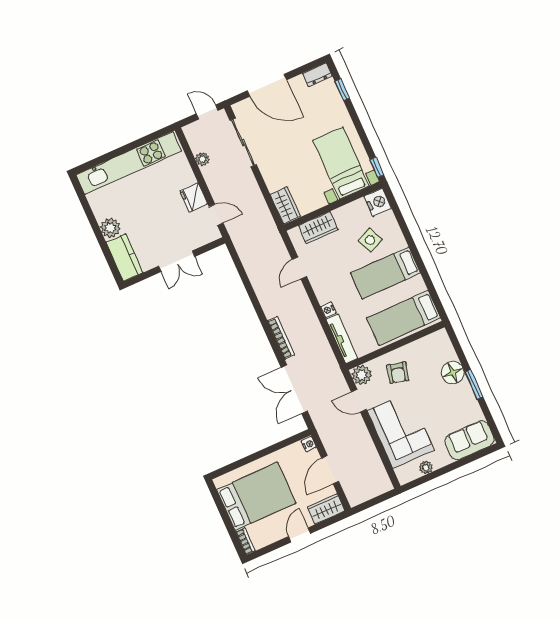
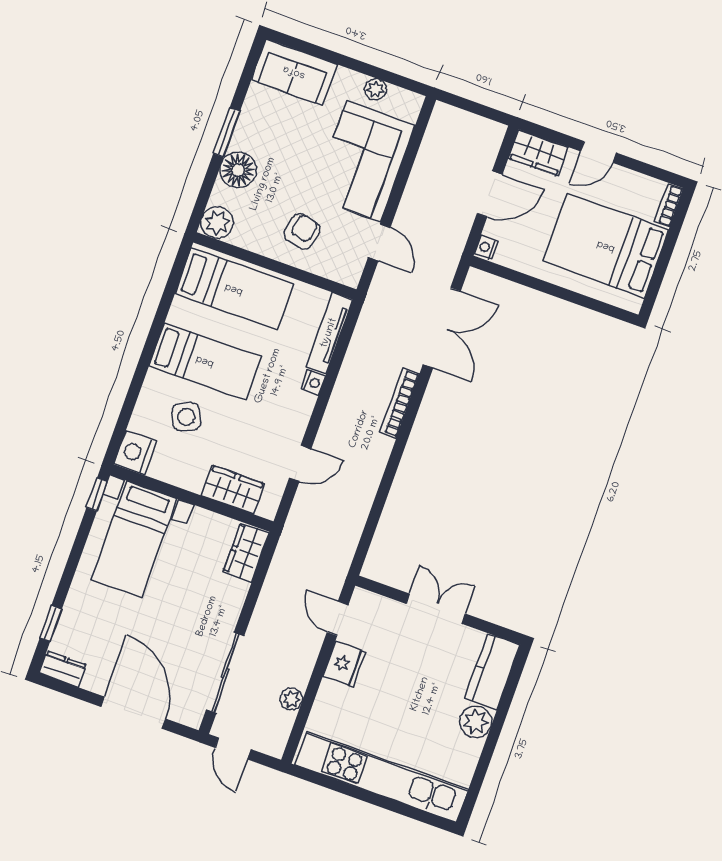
plant: (362, 375) -> (217, 223), moved

